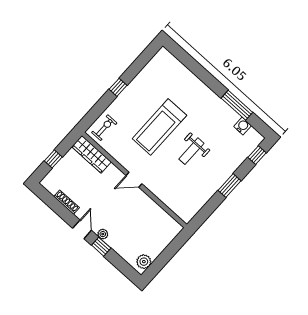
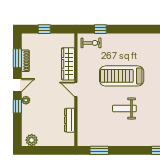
window: (118, 87) -> (100, 29), moved
wardrobe: (91, 154) -> (68, 64), moved
window: (229, 186) -> (99, 150), moved
window: (58, 207) -> (17, 58), added
dresser: (157, 211) -> (69, 120), added

